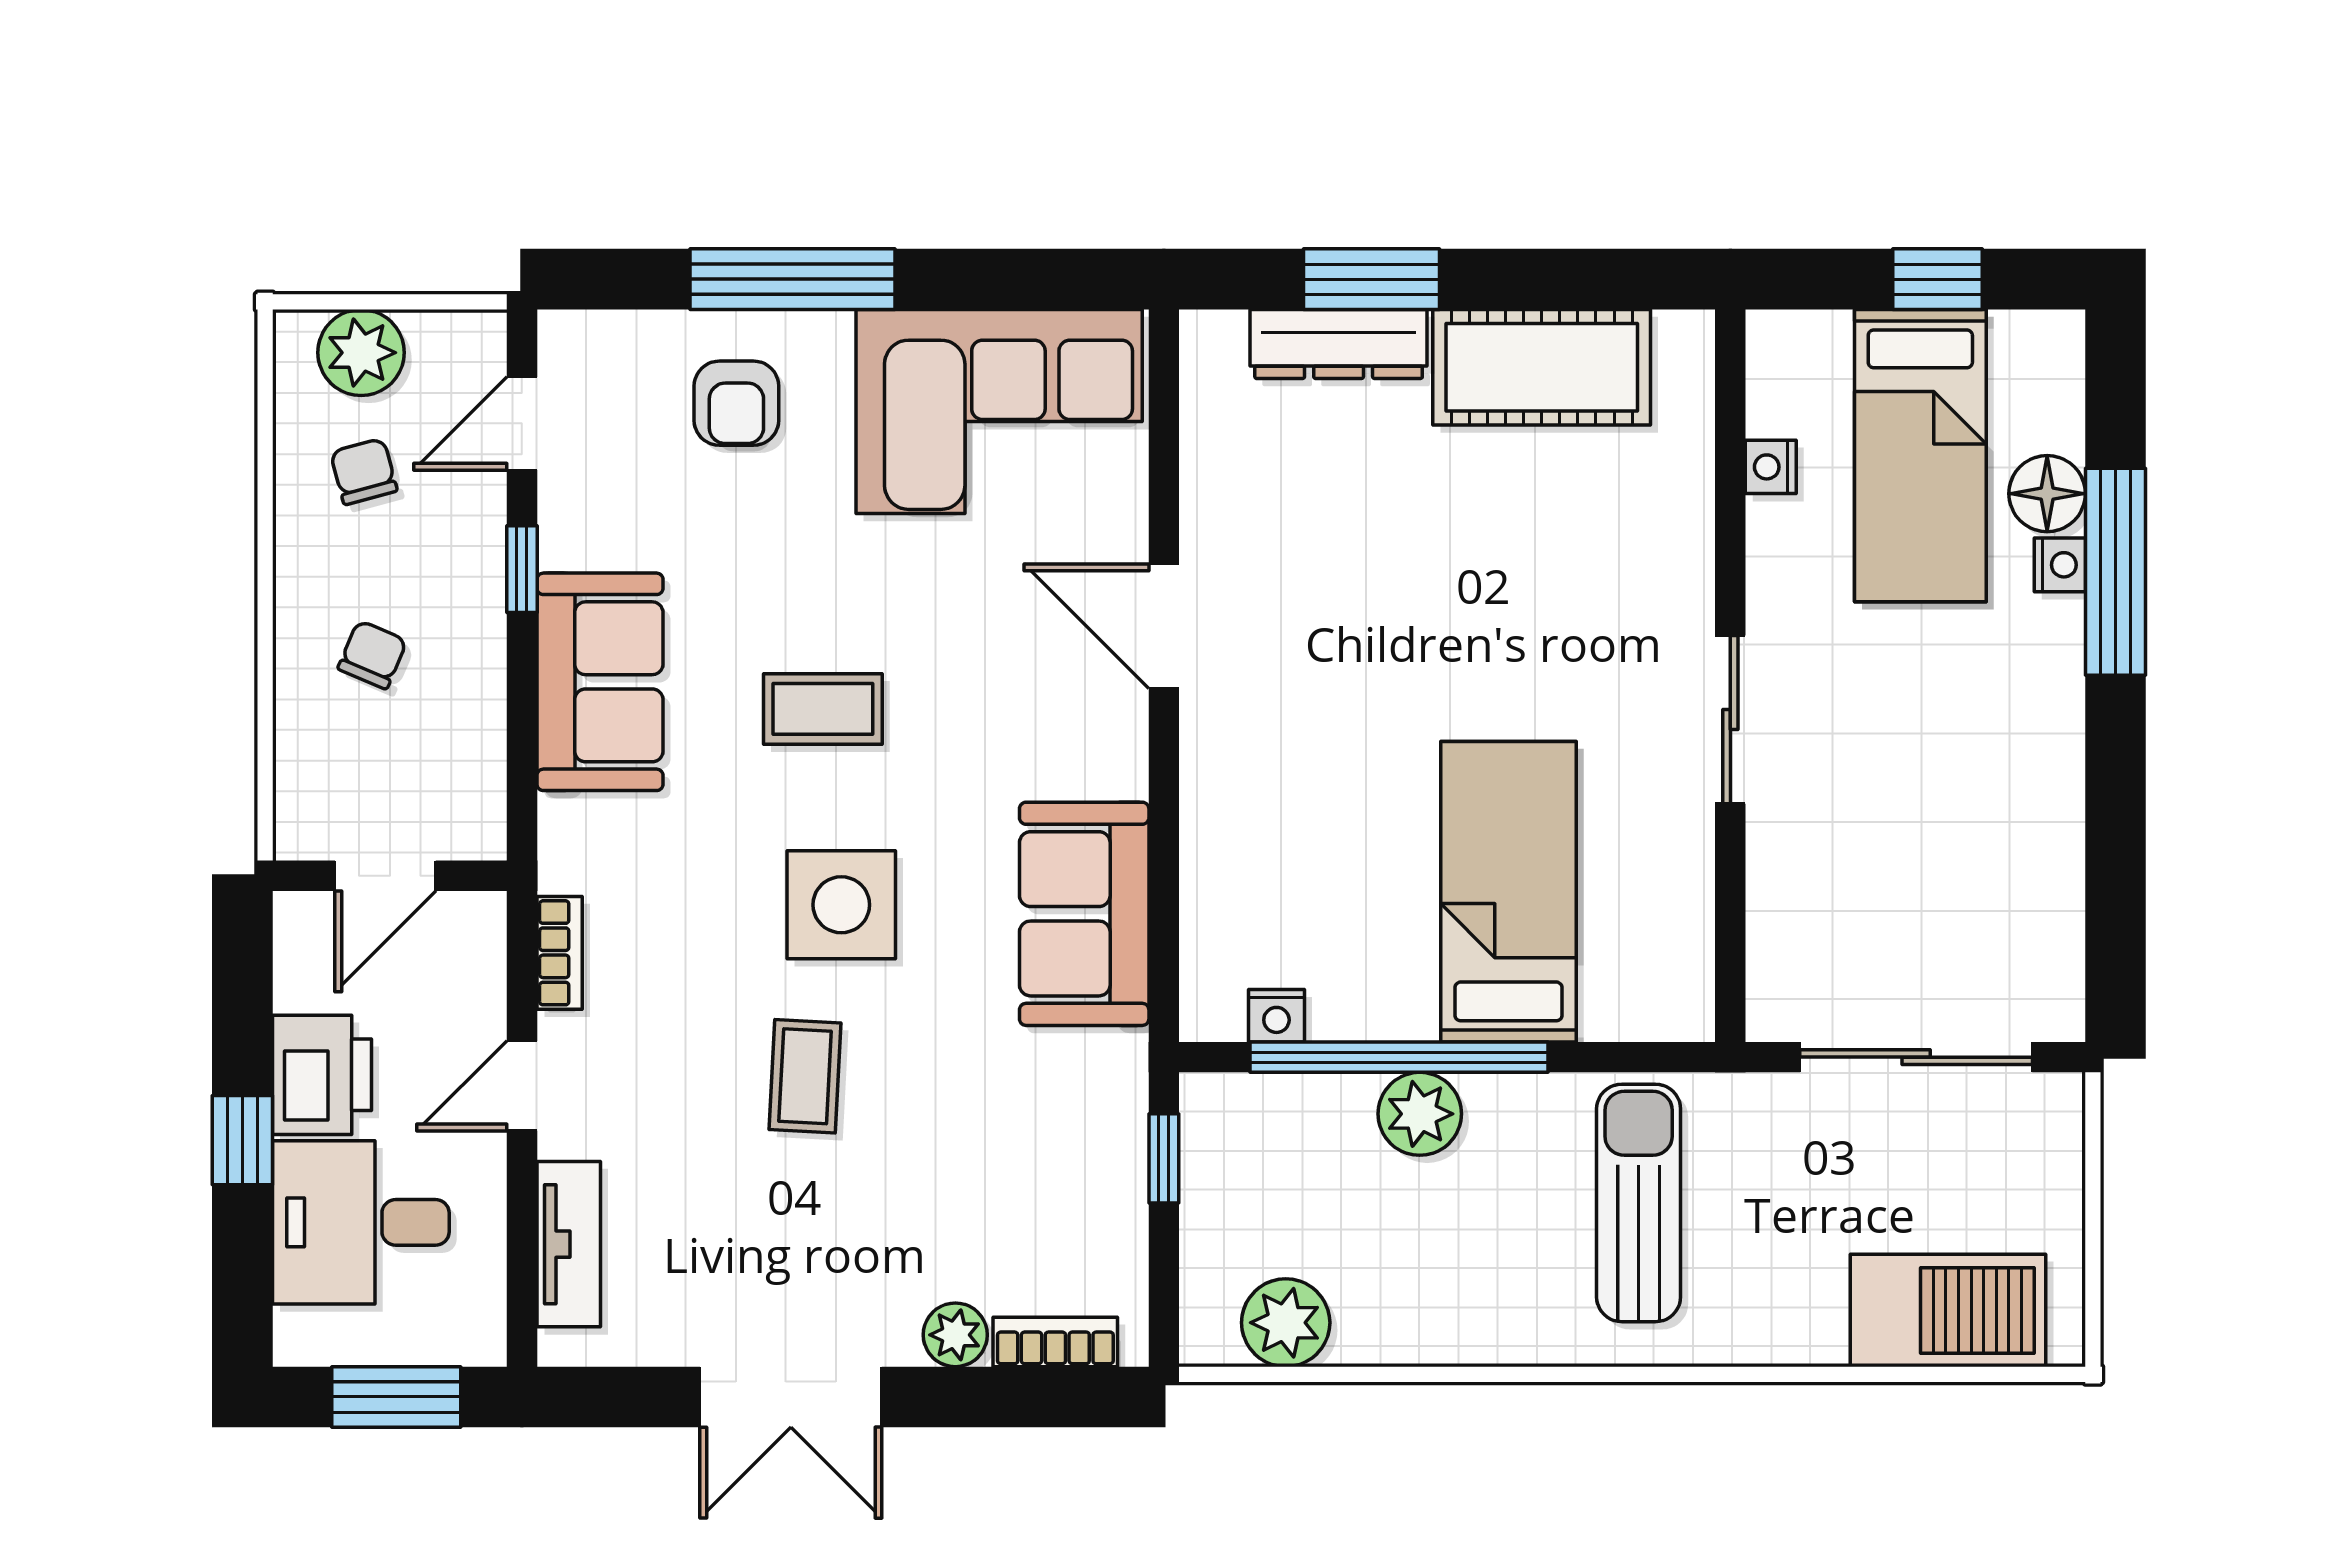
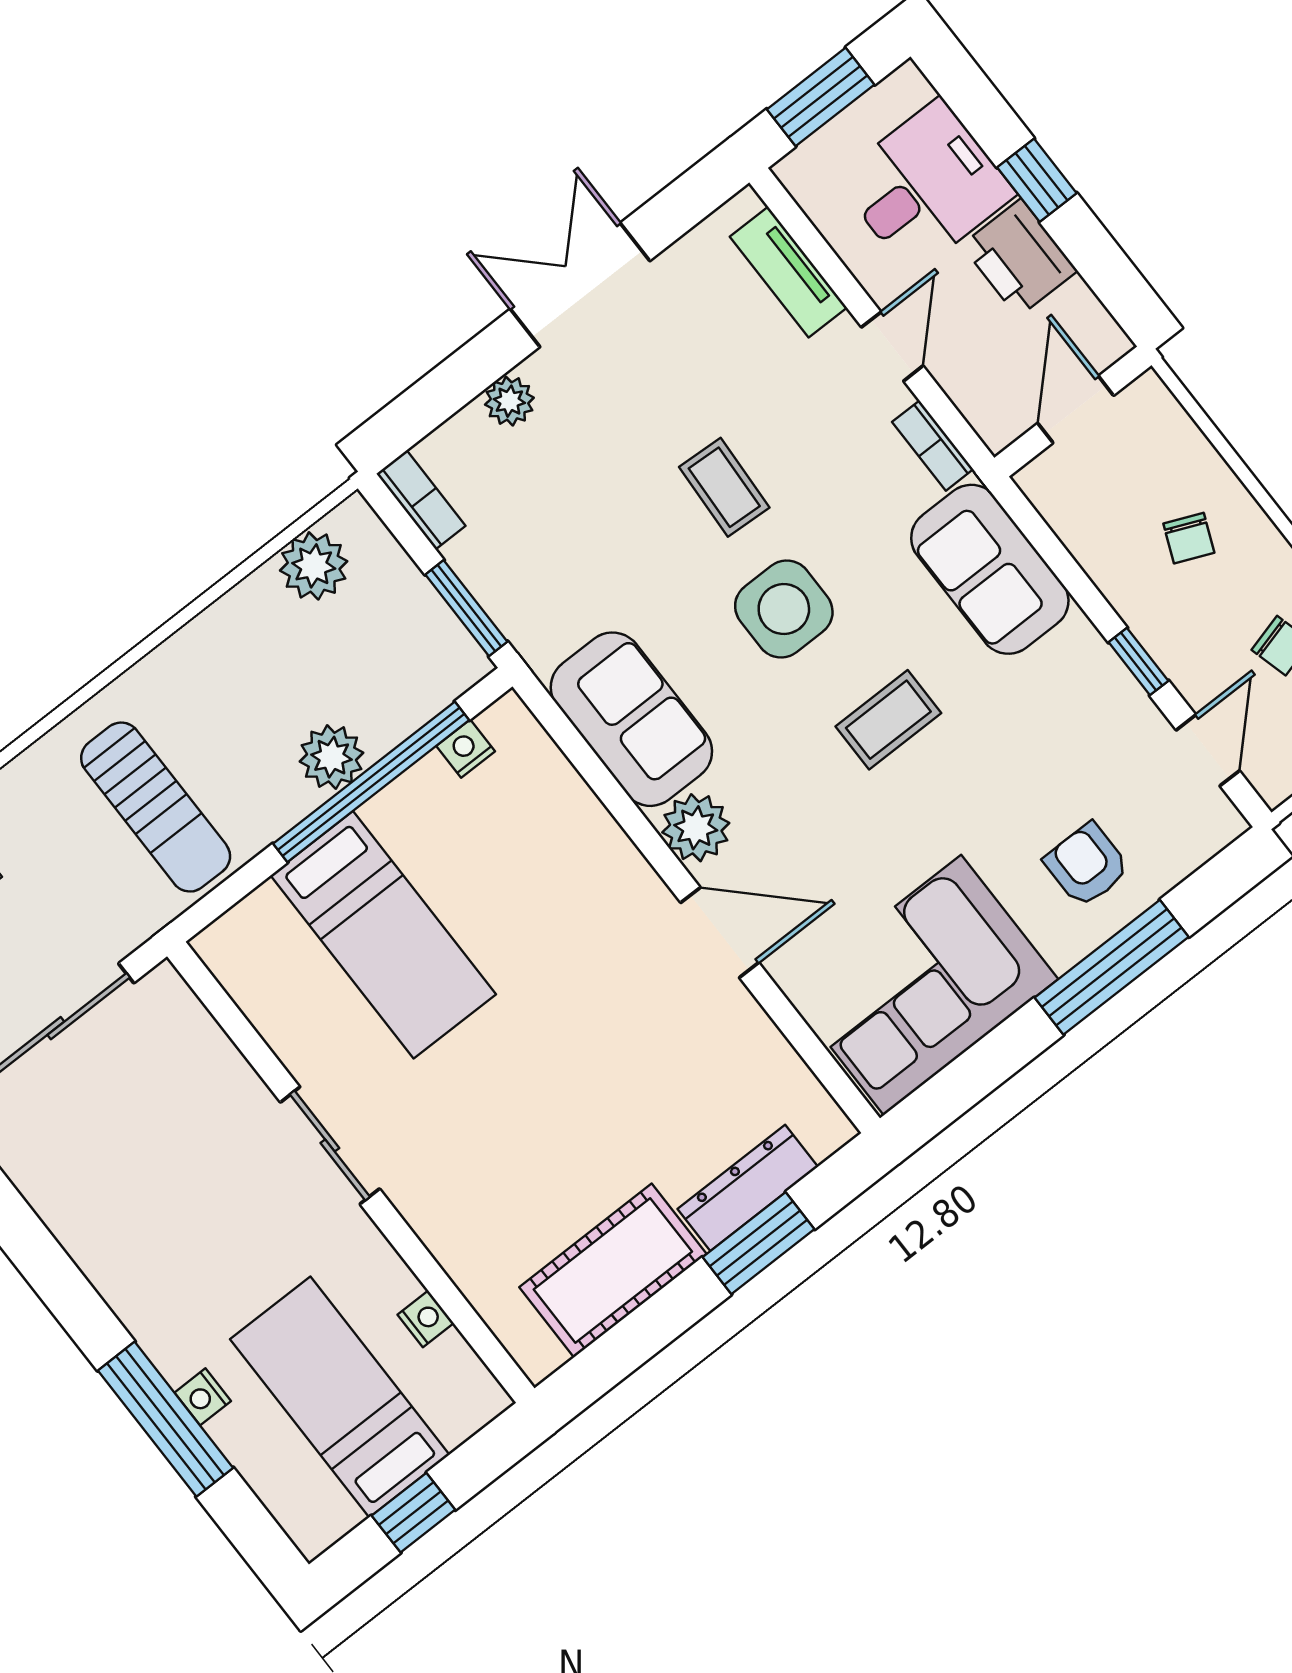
floor lamp: (2047, 494) -> (244, 1434), removed
sofa: (600, 682) -> (990, 569), moved
plant: (1105, 752) -> (696, 828), added
window: (1164, 1158) -> (466, 608), width x1.50
bookcase: (1055, 1342) -> (421, 500), moved, turned -90

